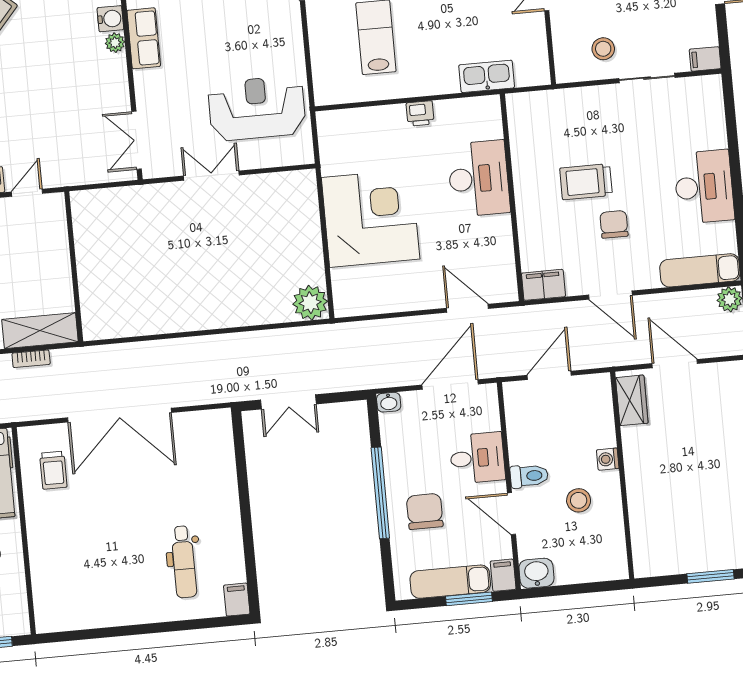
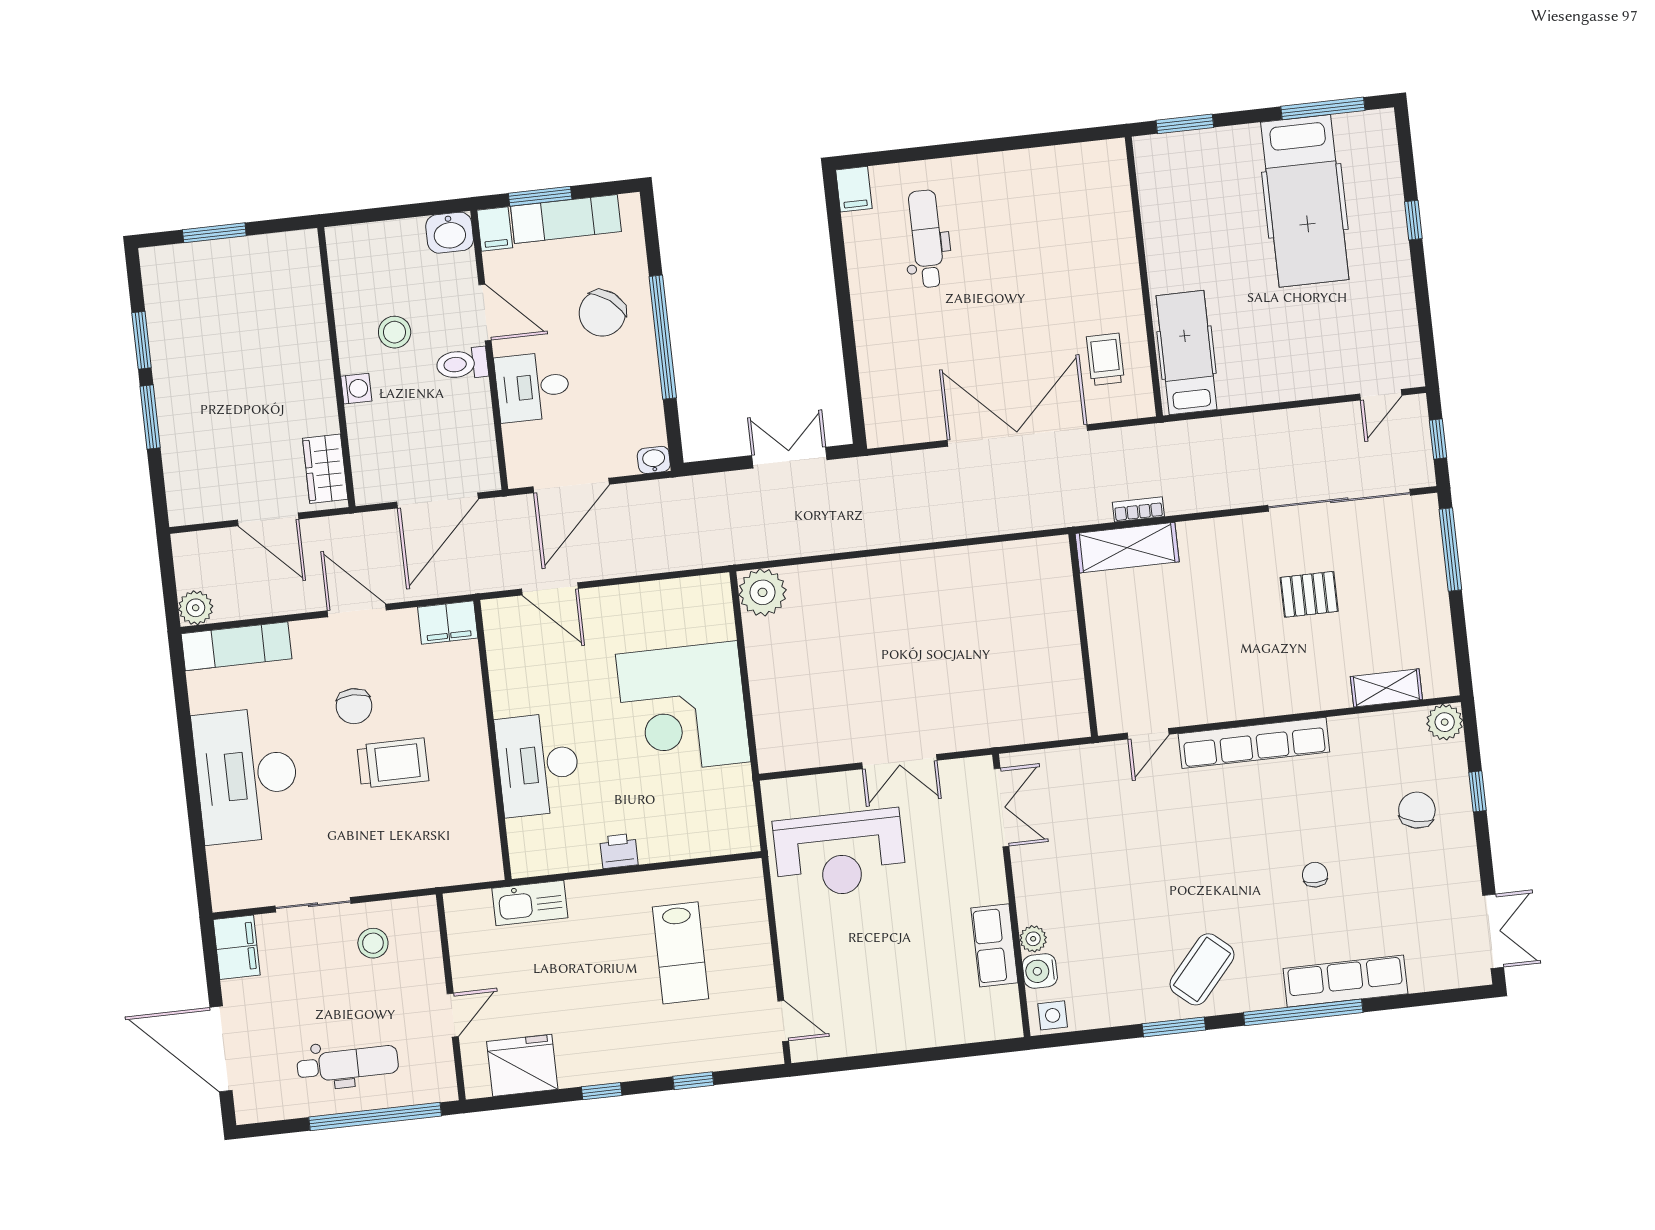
filing cabinet: (705, 59) -> (237, 947), width x2.00
desk: (704, 187) -> (246, 775), width x1.36, depth x1.30
door: (549, 375) -> (437, 500), width x1.36
chair: (425, 511) -> (602, 313), turned 38

